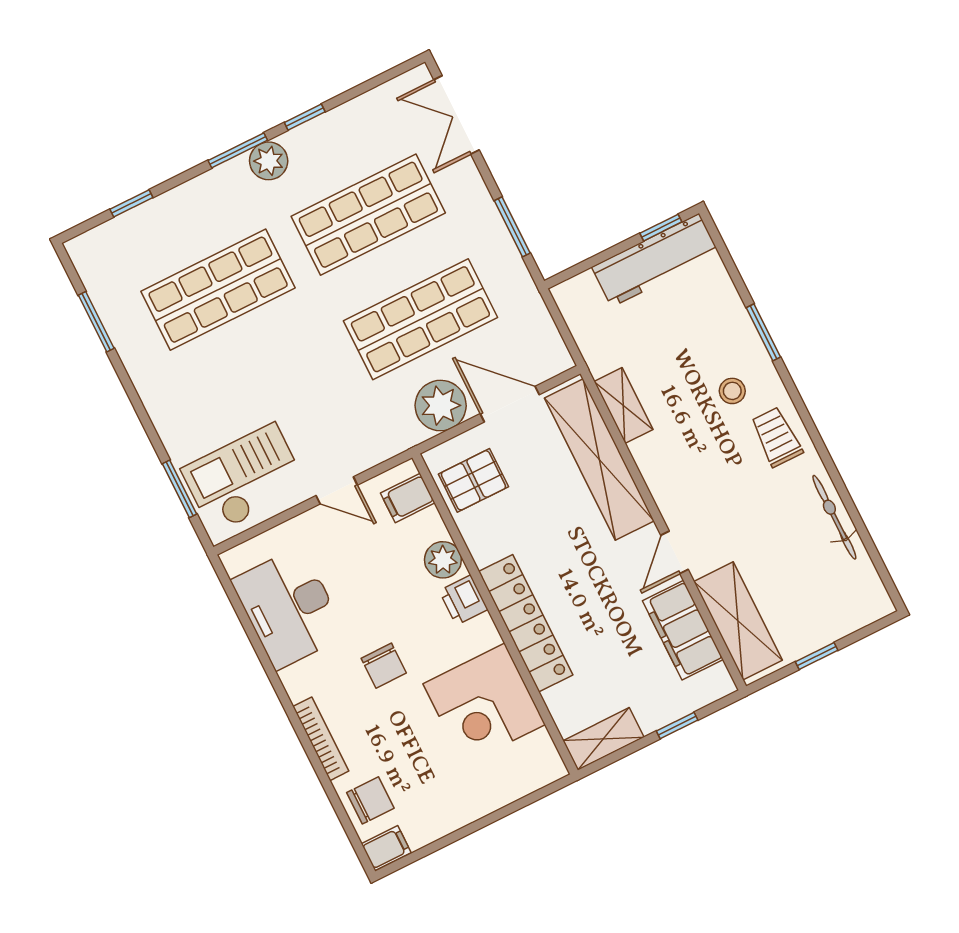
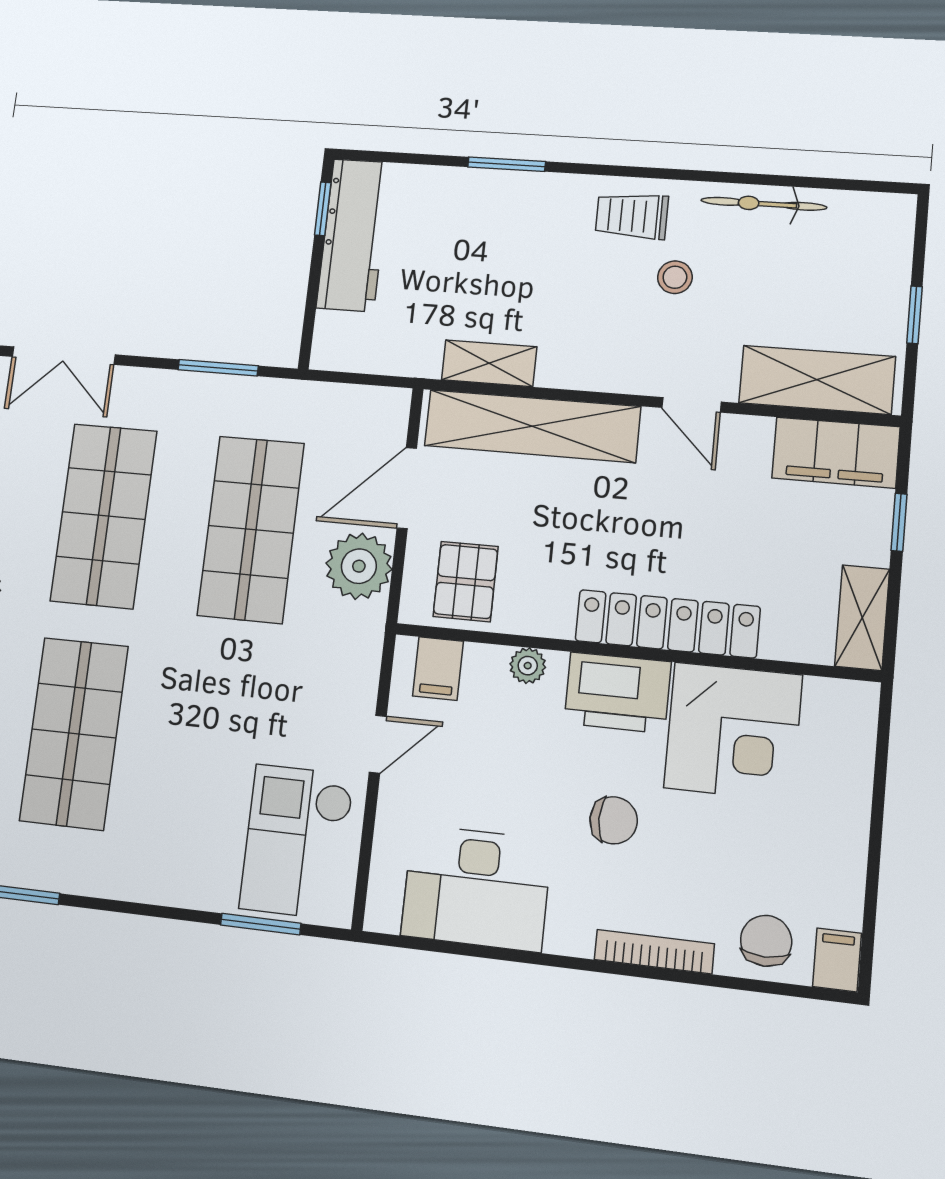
stool: (732, 391) -> (675, 277), moved
plant: (443, 560) -> (528, 666), width x0.73, depth x0.73
printer: (464, 600) -> (617, 693), width x1.87, depth x1.48
filing cabinet: (683, 630) -> (836, 453), moved

